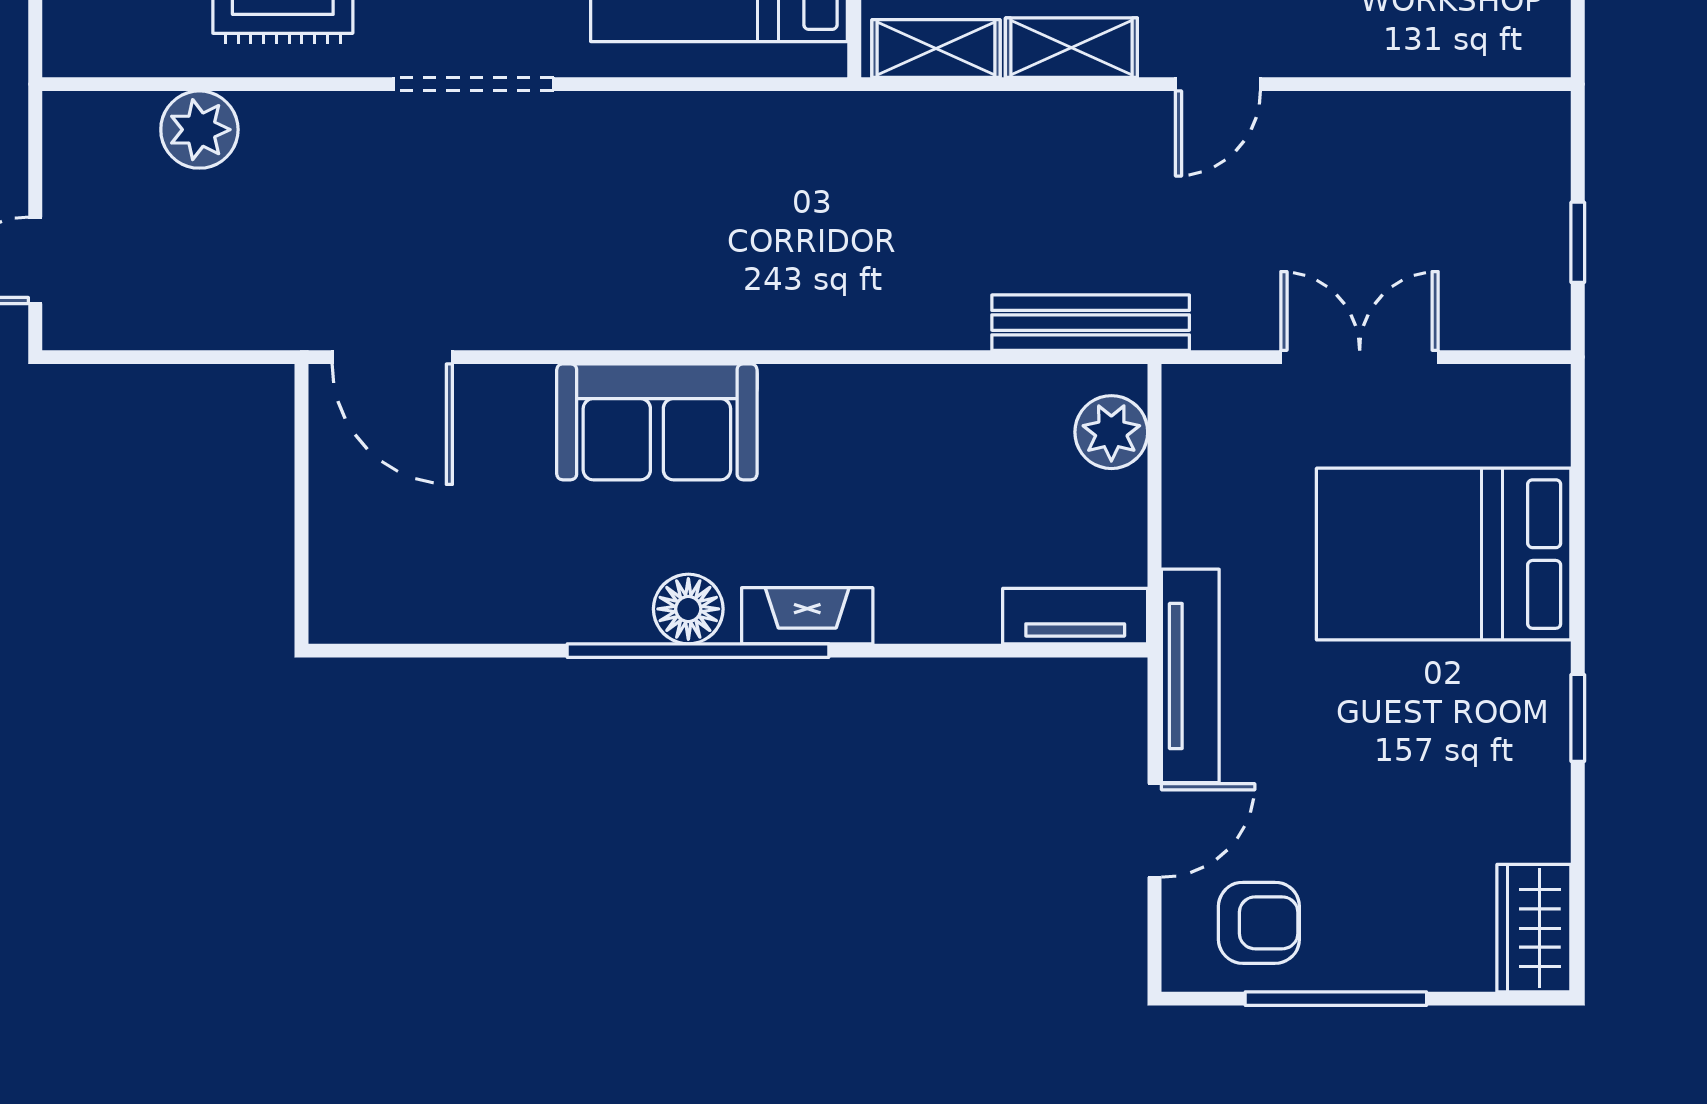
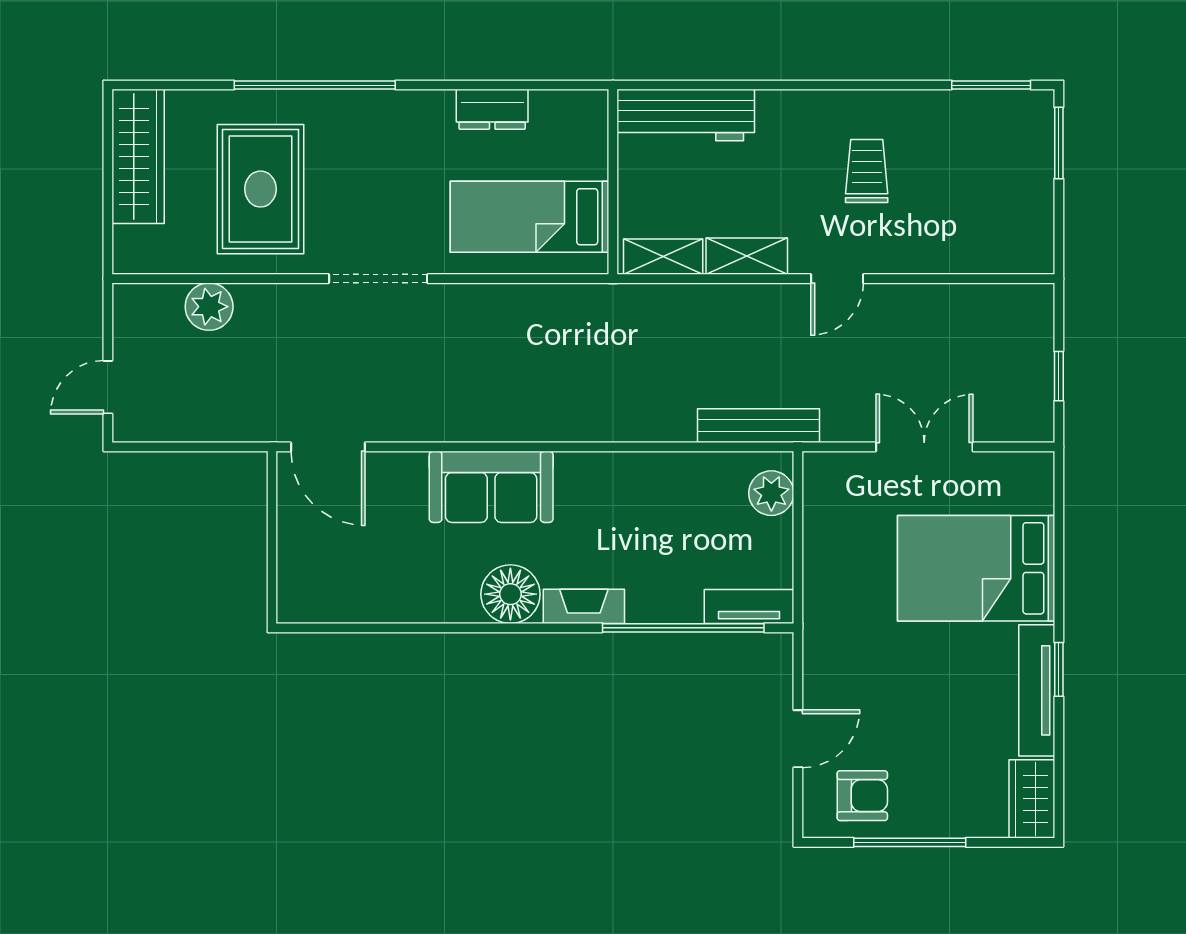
floor lamp: (688, 609) -> (510, 594), width x1.38, depth x1.38
window: (698, 651) -> (683, 628), moved
tv unit: (1190, 676) -> (1037, 690), moved, turned 180

